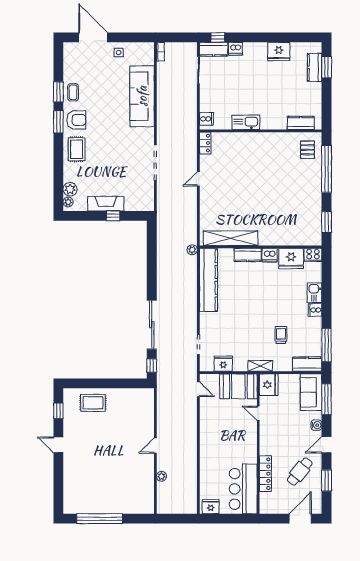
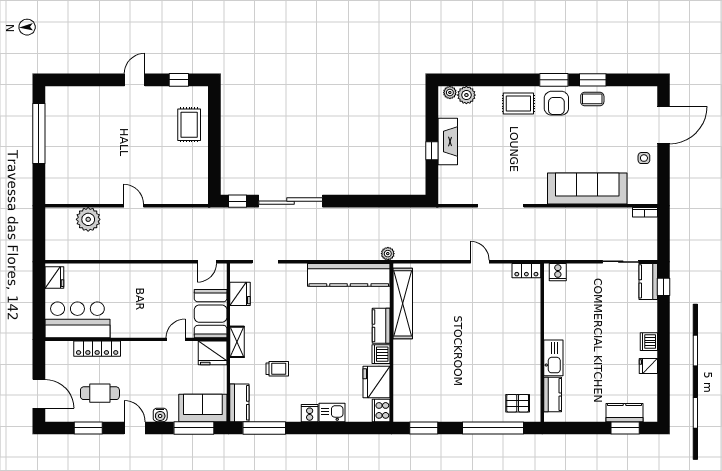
dishwasher: (236, 49) -> (649, 342), moved
fridge: (279, 51) -> (648, 366), width x0.53, depth x0.75
kitchen sink: (246, 122) -> (553, 358), moved
cafe table: (300, 472) -> (100, 393), turned -39
plant: (161, 476) -> (88, 219), width x1.87, depth x1.87

